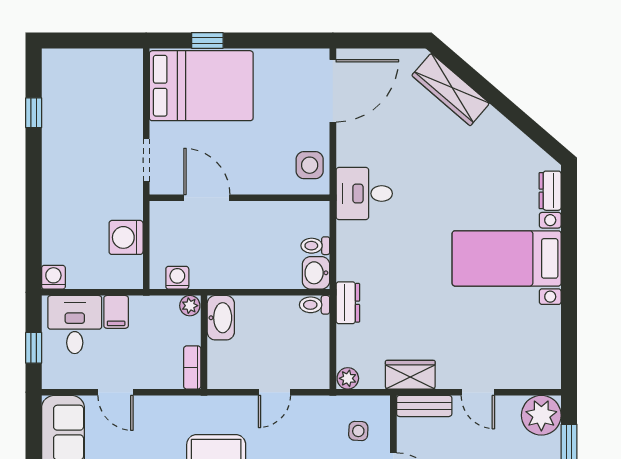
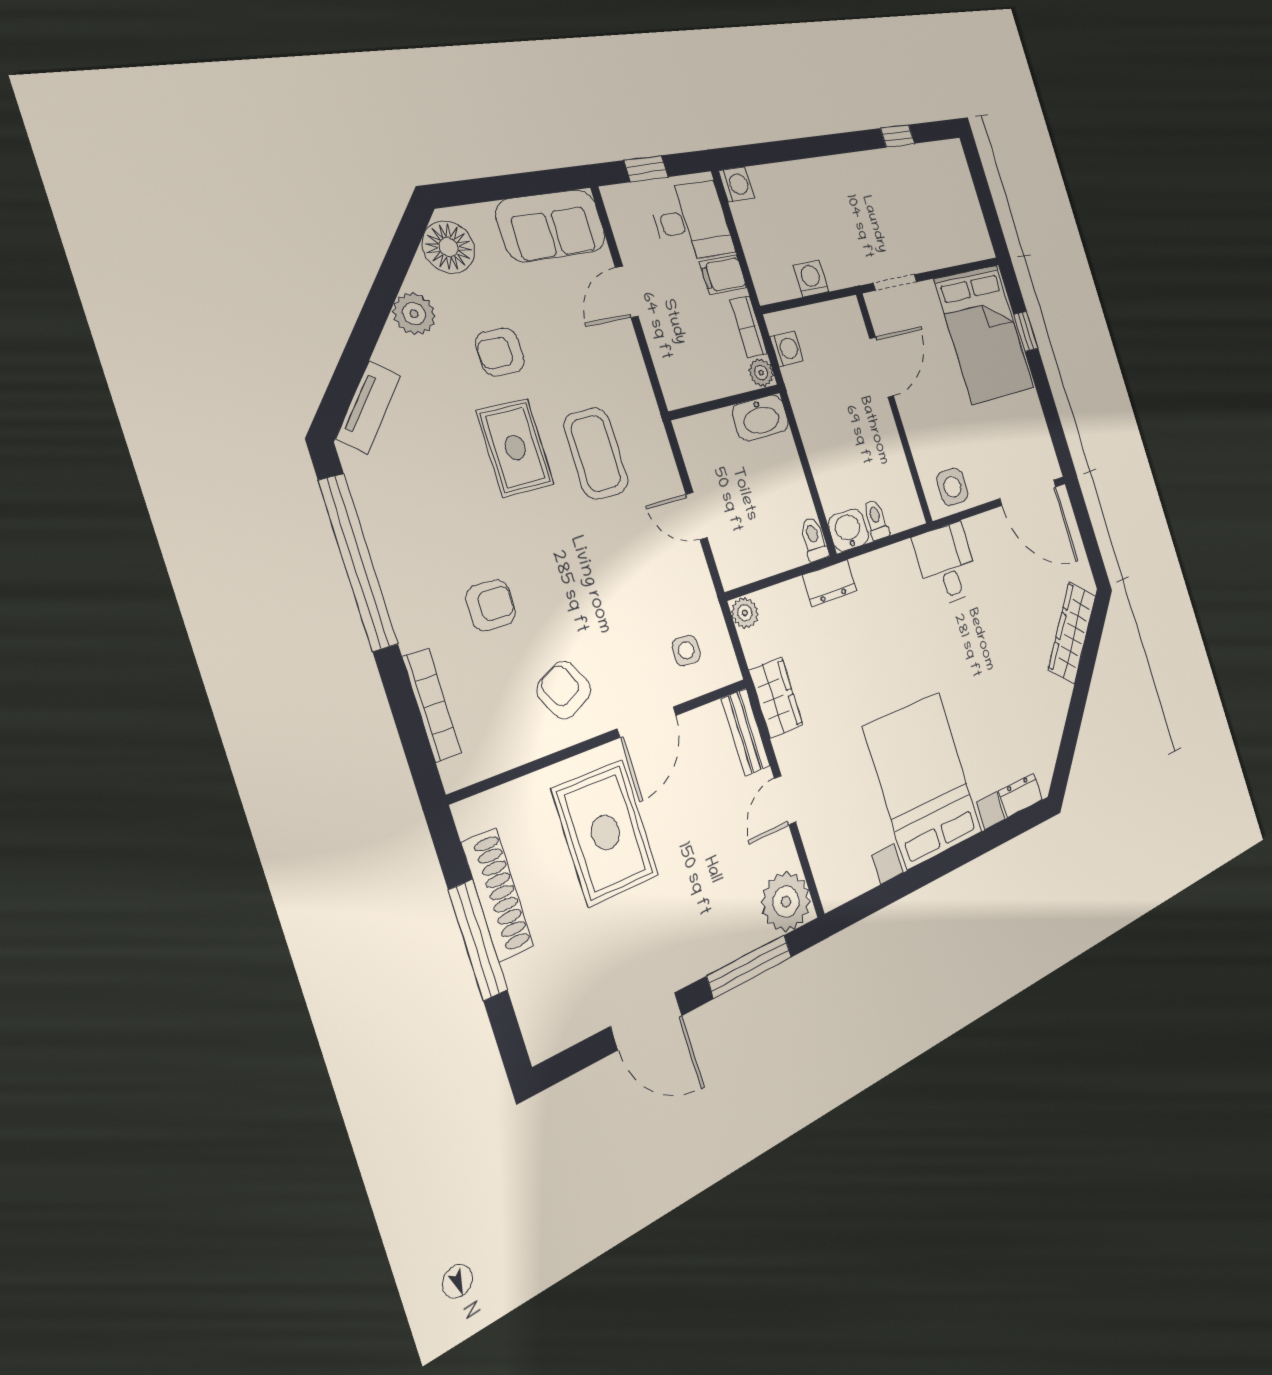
washing machine: (126, 237) -> (811, 279), width x0.73, depth x0.73
bed with nightstands: (507, 258) -> (923, 780), width x1.36
bookcase: (192, 367) -> (749, 327), moved, turned -90

